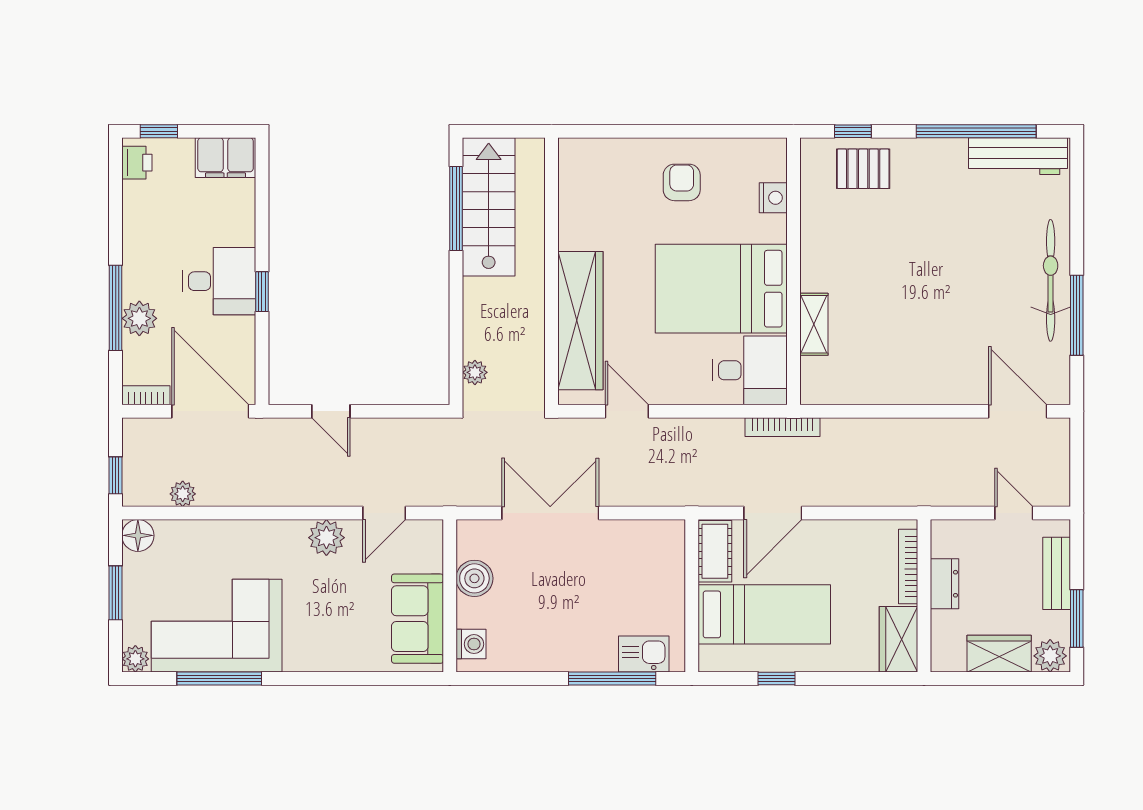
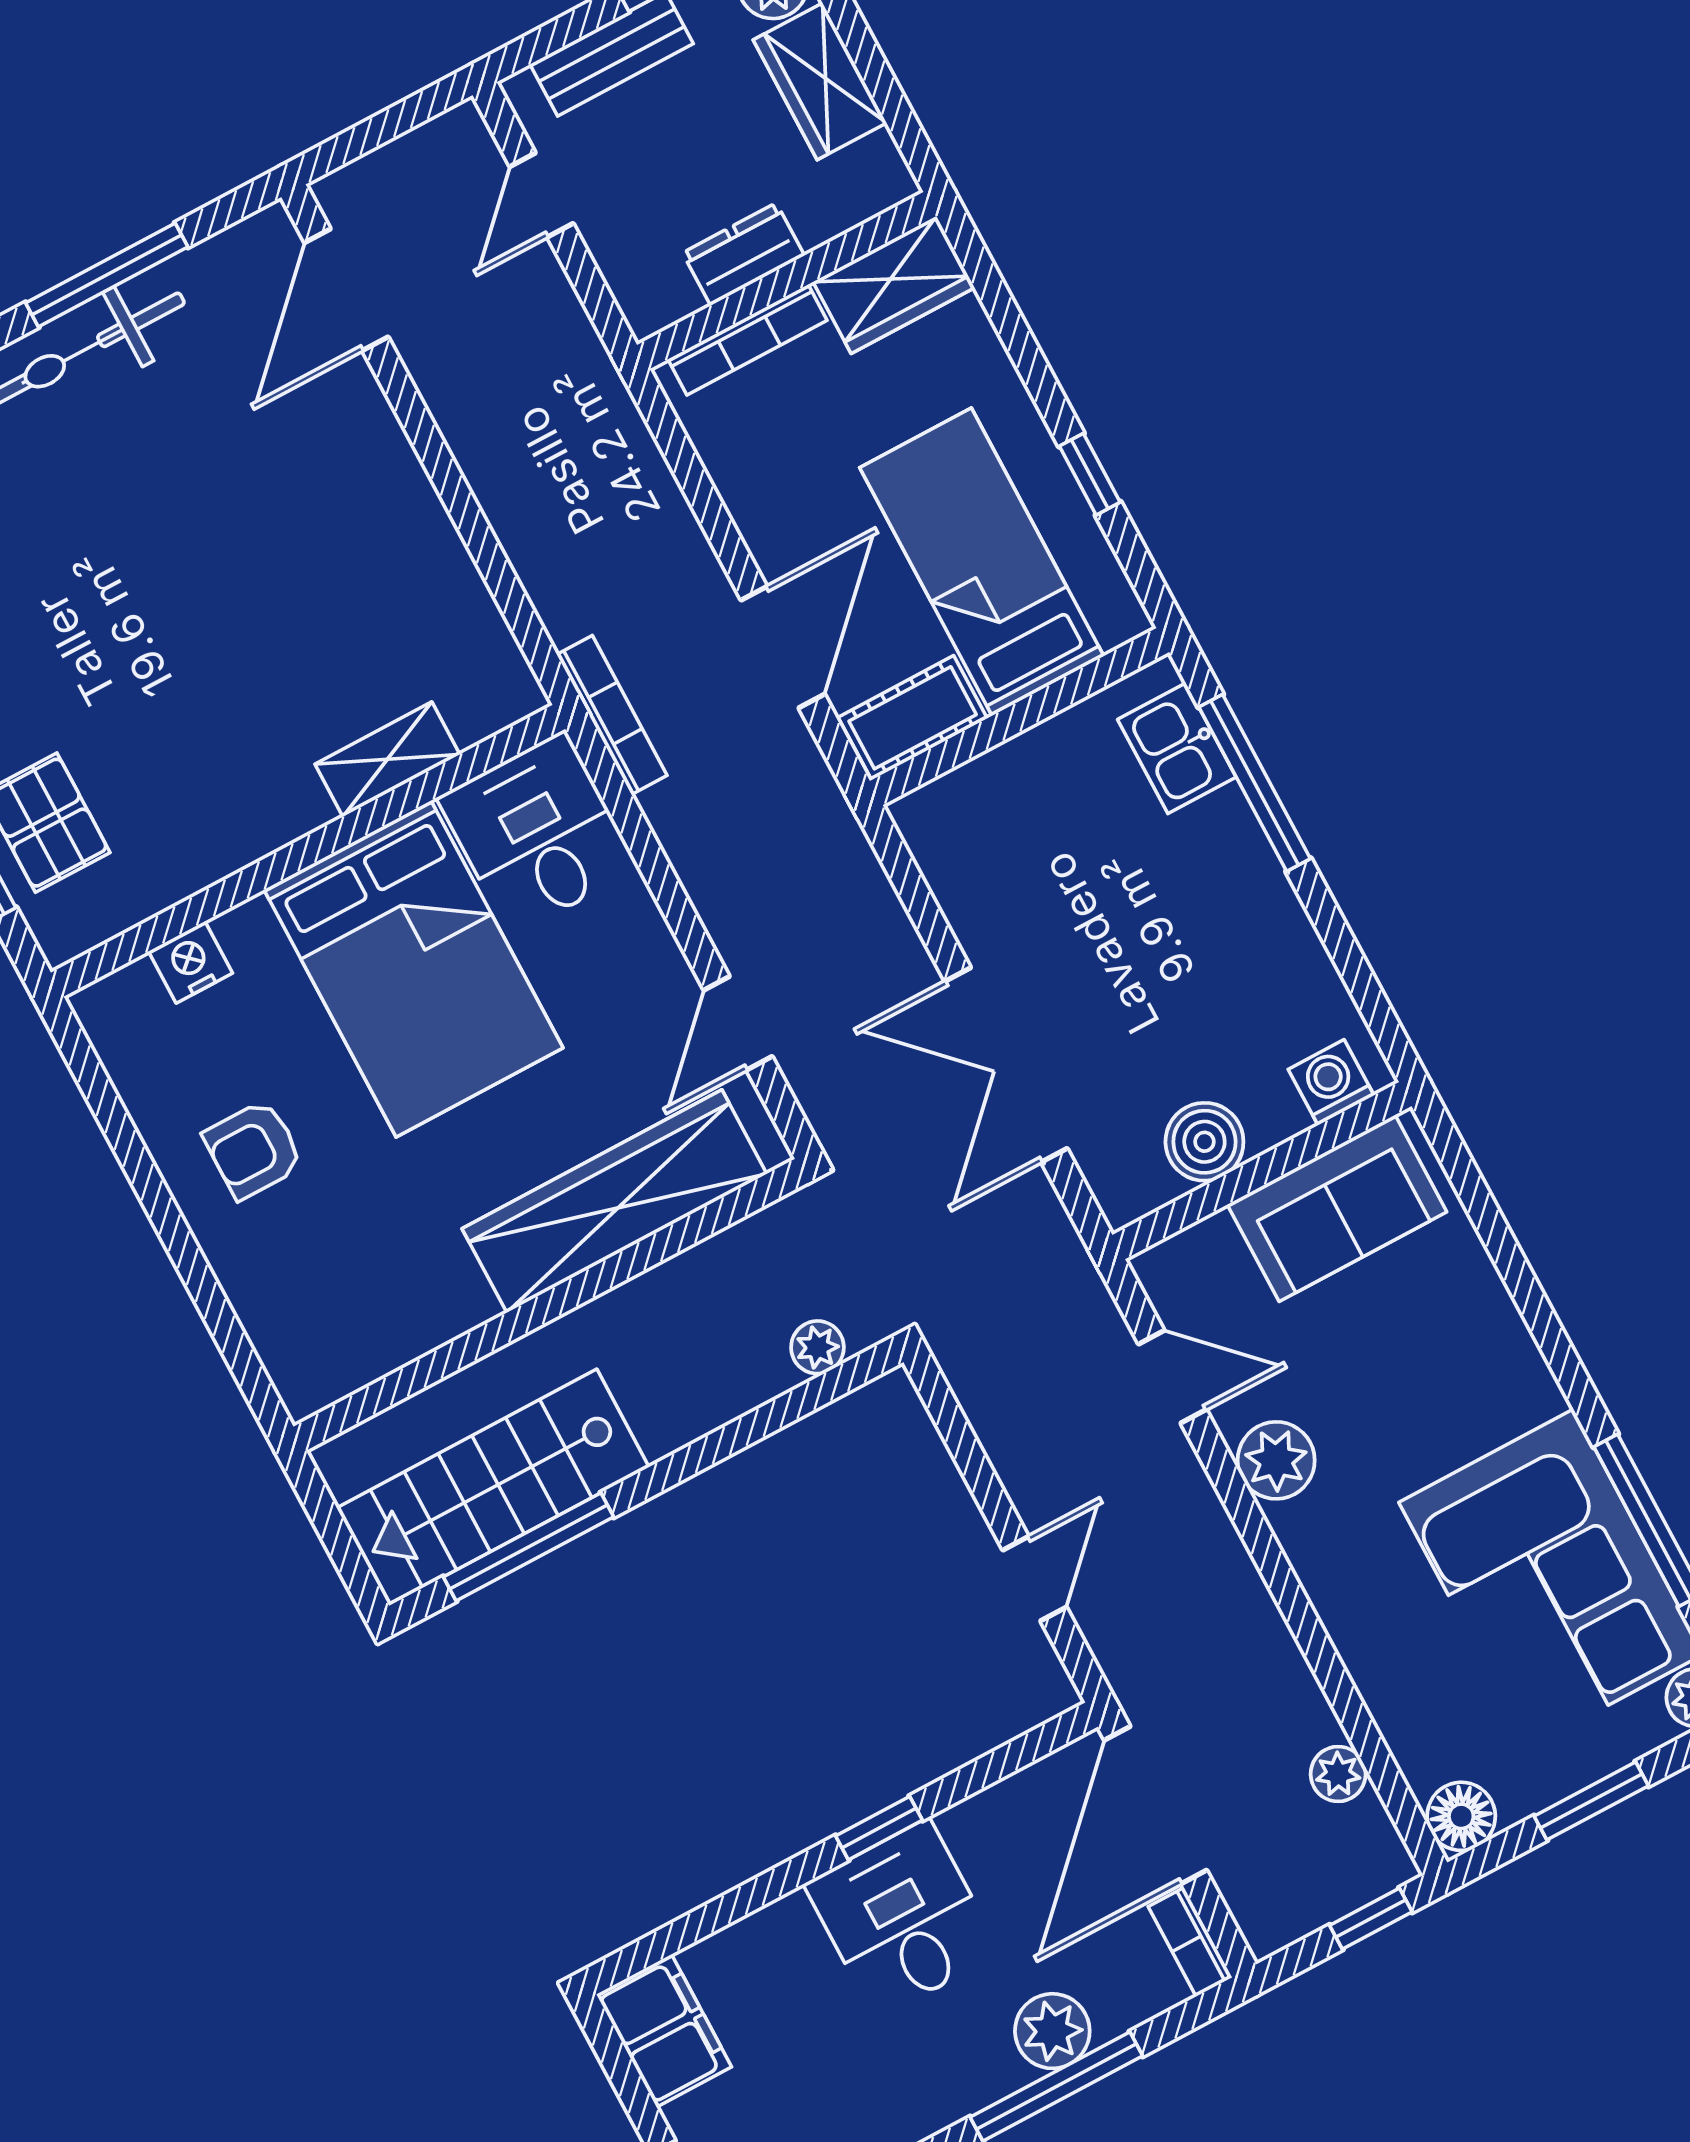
door: (773, 513) -> (783, 647), hinge flipped

